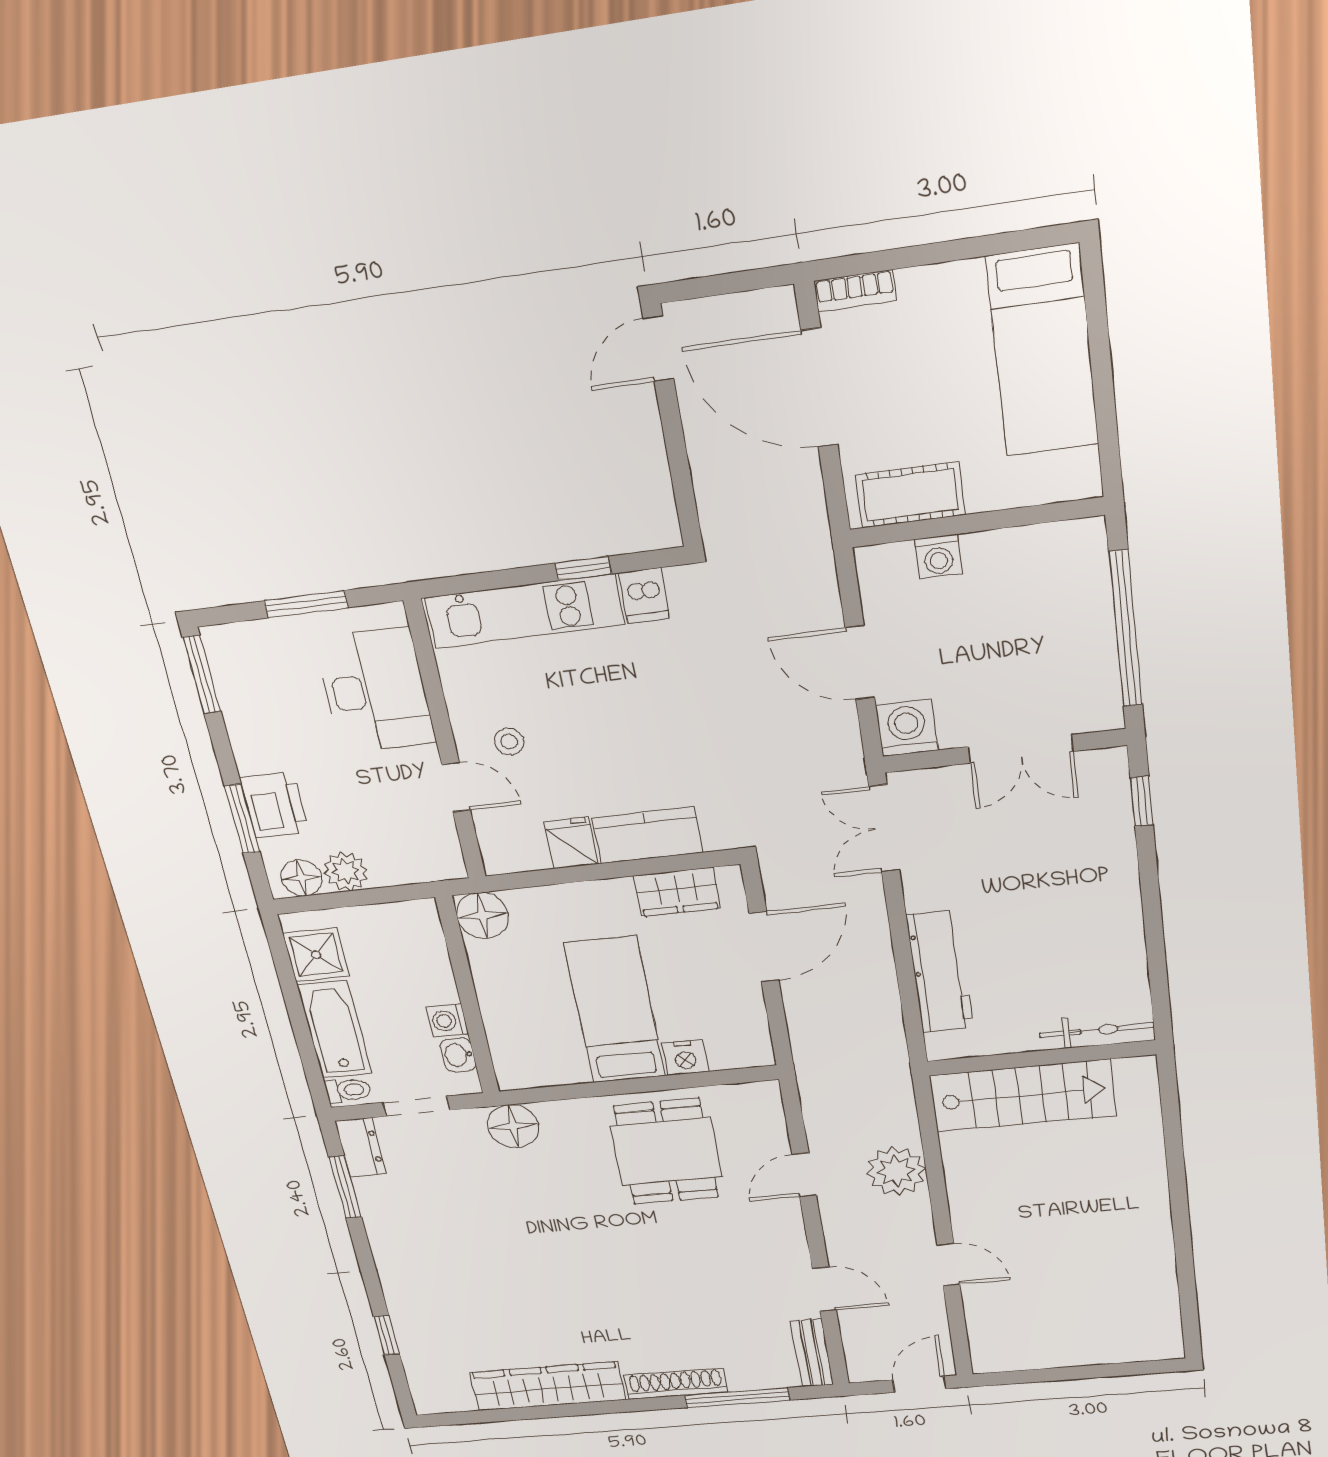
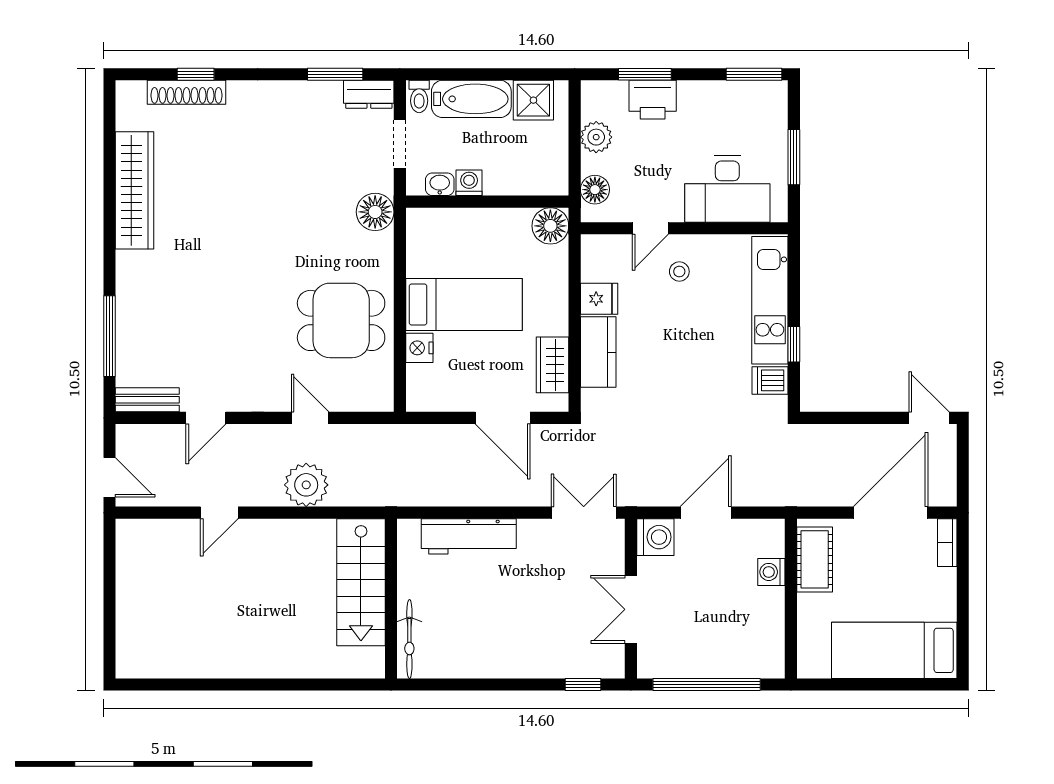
floor lamp: (302, 878) -> (595, 190), moved
shoe rack: (676, 1384) -> (186, 92), moved, turned 90

